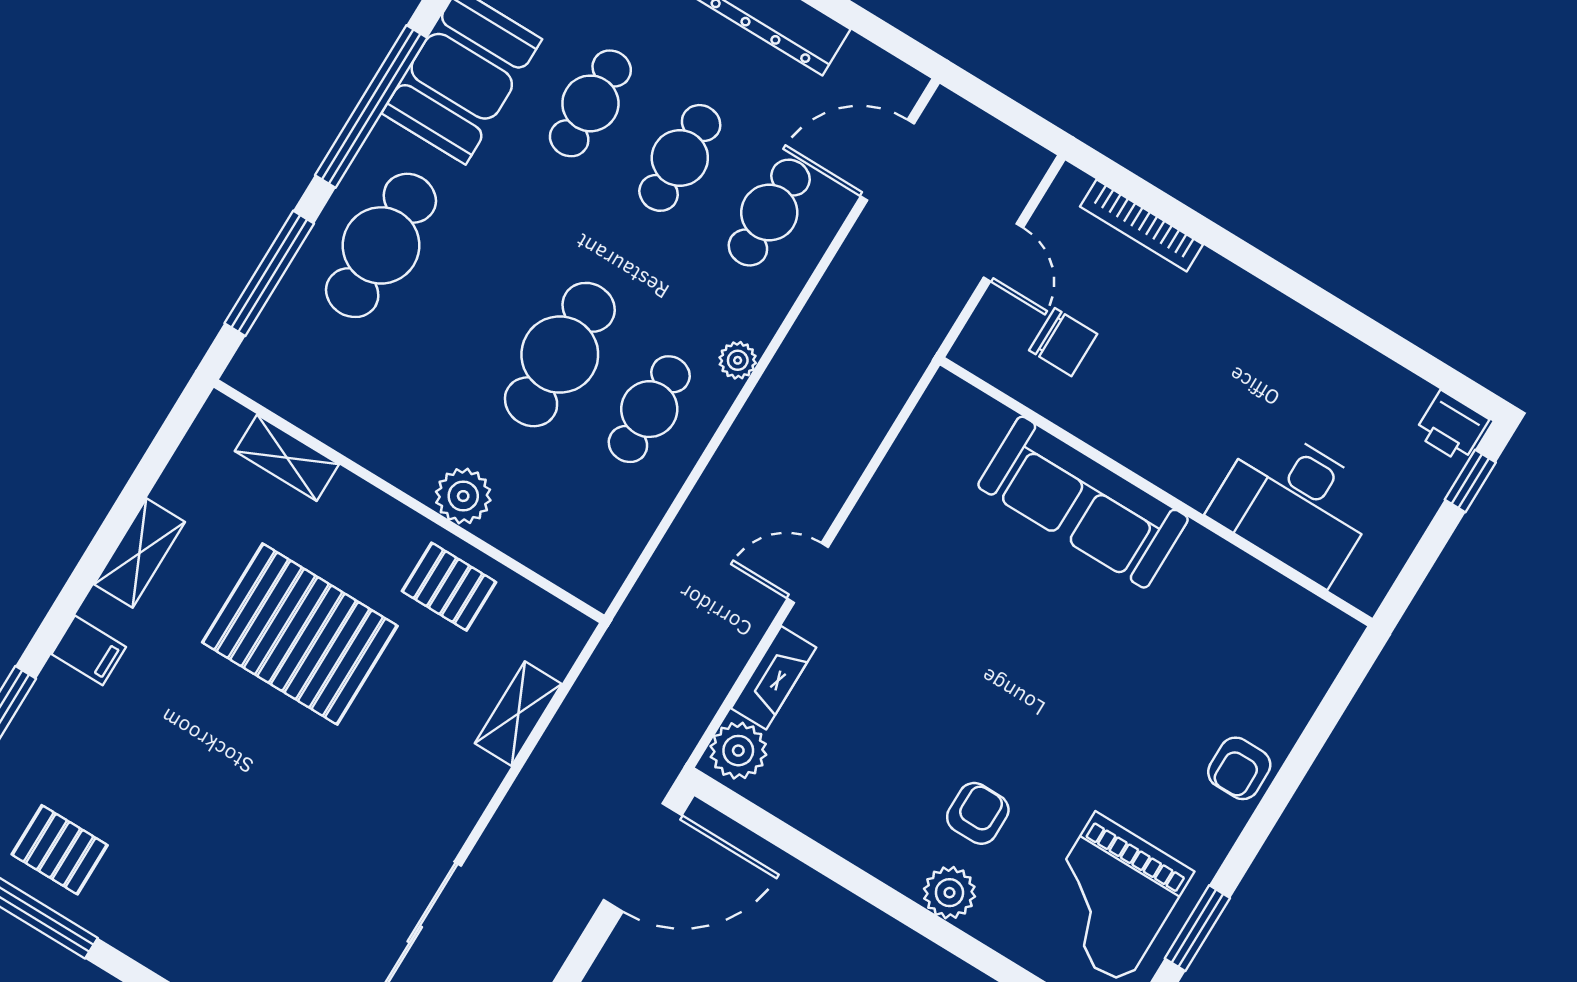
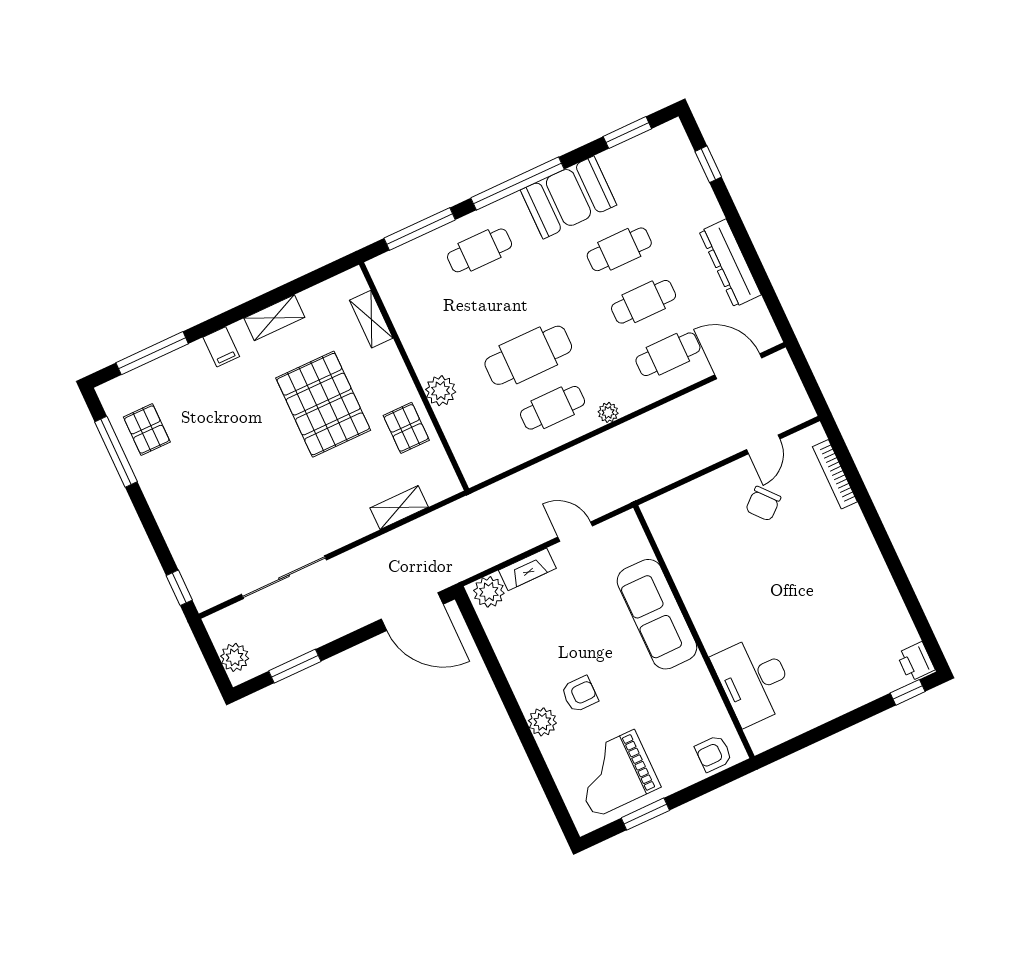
cafe table: (381, 245) -> (480, 250), width x0.73, depth x0.74
chair: (1063, 342) -> (763, 504), turned 49
wall: (1156, 492) -> (694, 632), moved
sofa: (1083, 502) -> (657, 614), moved
desk: (1295, 504) -> (754, 680), moved

